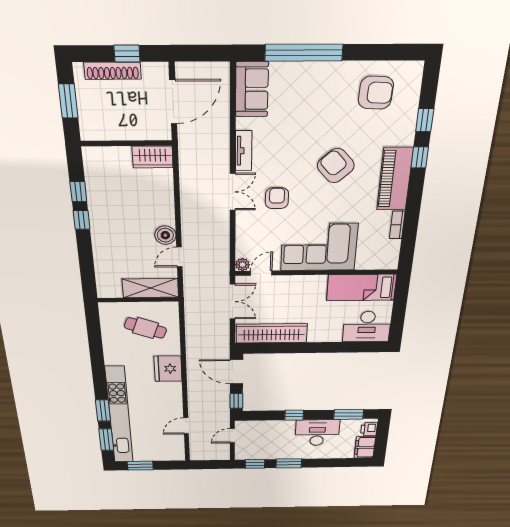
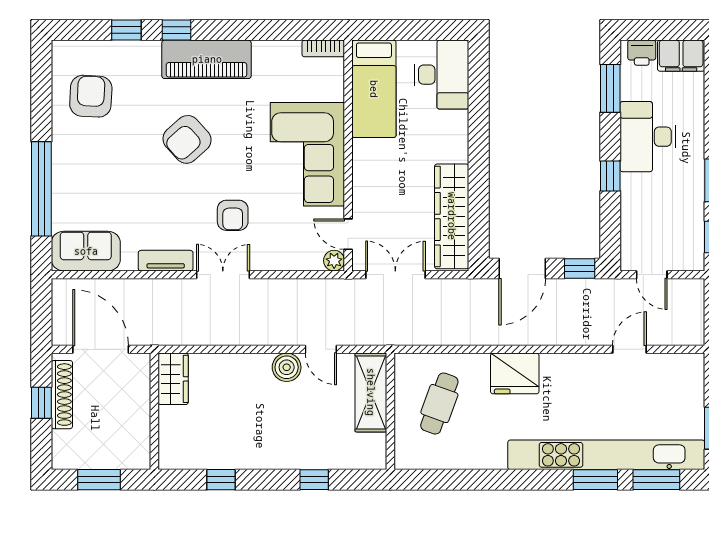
shoe rack: (113, 71) -> (62, 395), moved
armchair: (277, 198) -> (233, 215), turned -90
window: (82, 220) -> (314, 480), moved
bookcase: (397, 225) -> (323, 48), moved
door: (186, 426) -> (630, 349), swing flipped

